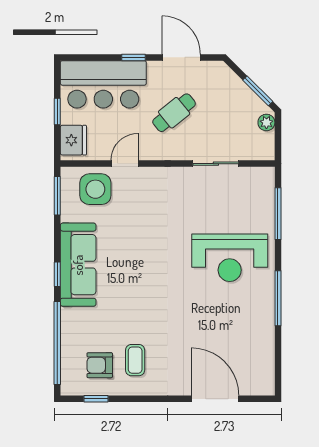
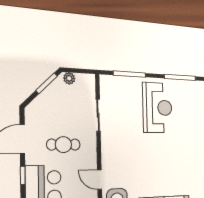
cafe table: (174, 113) -> (63, 145), turned -51

